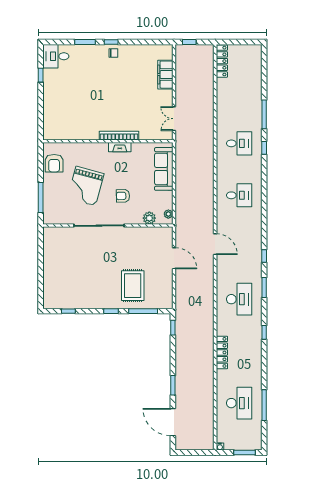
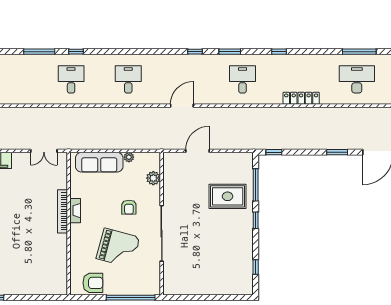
window: (41, 197) -> (131, 298), width x1.46
plant: (168, 214) -> (129, 157), moved
desk: (239, 299) -> (243, 79), width x0.73

